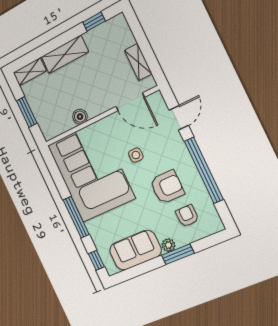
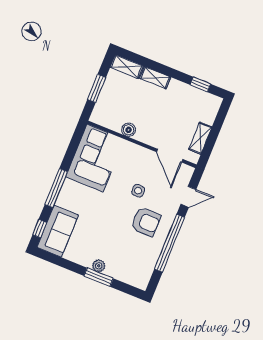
shelving: (65, 54) -> (155, 78), width x0.67, depth x0.75
corner sofa: (91, 172) -> (95, 158), width x0.73, depth x0.74
armchair: (167, 187) -> (146, 222), moved
armchair: (187, 216) -> (130, 260), removed
sofa: (135, 250) -> (58, 231), moved, turned 90

